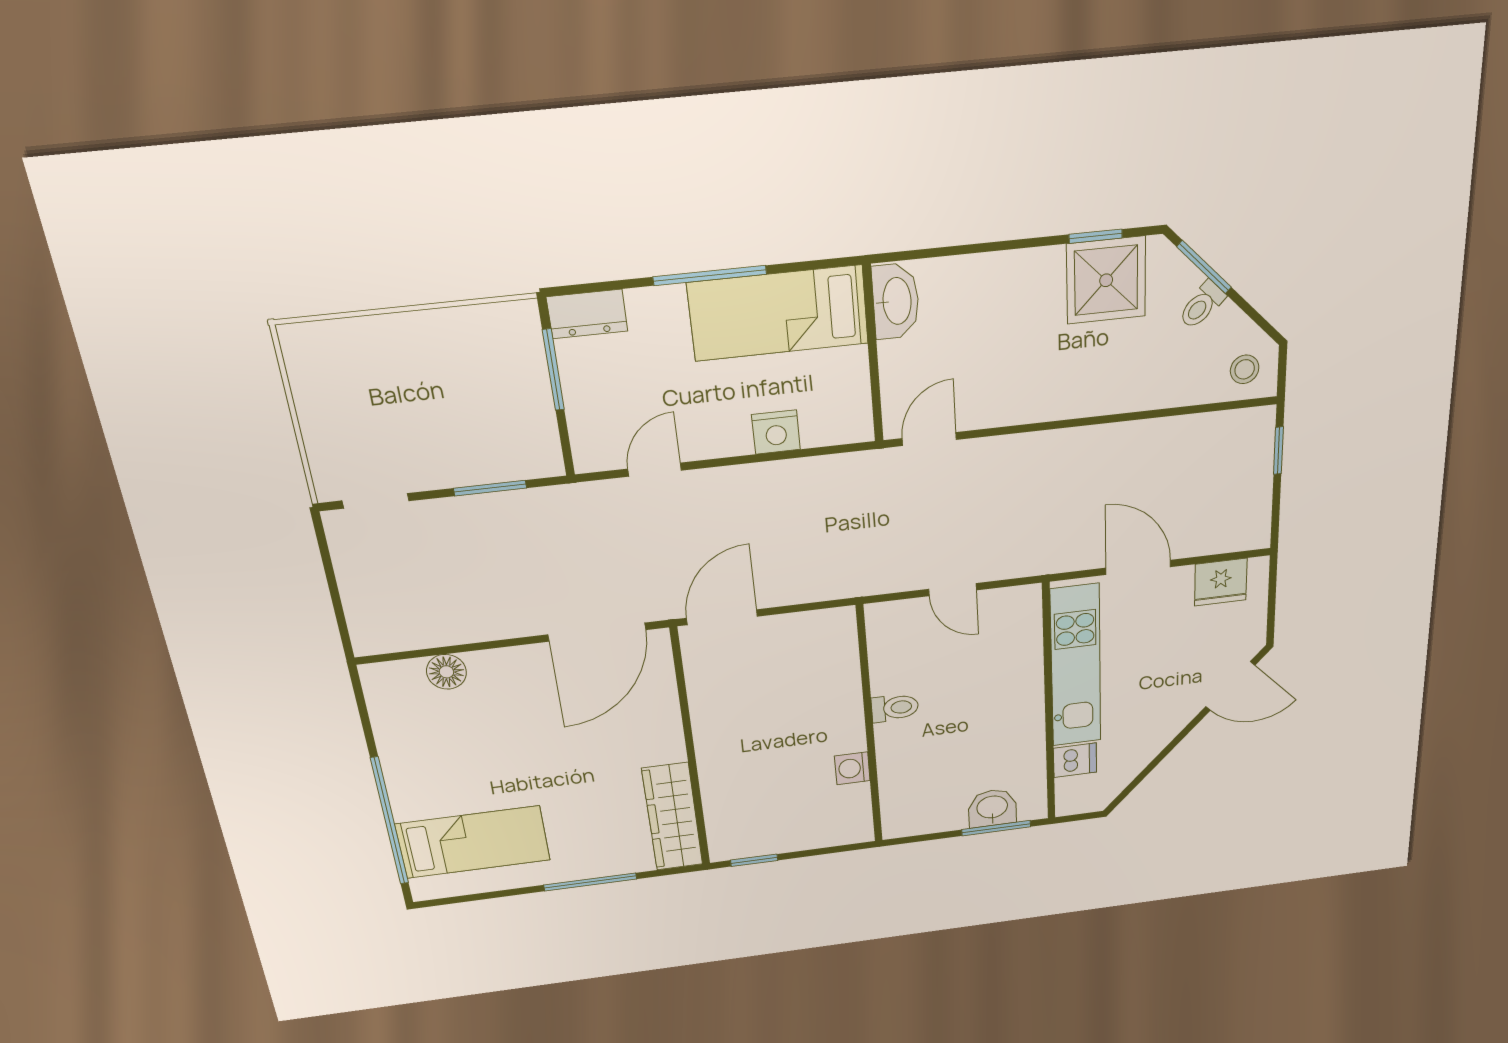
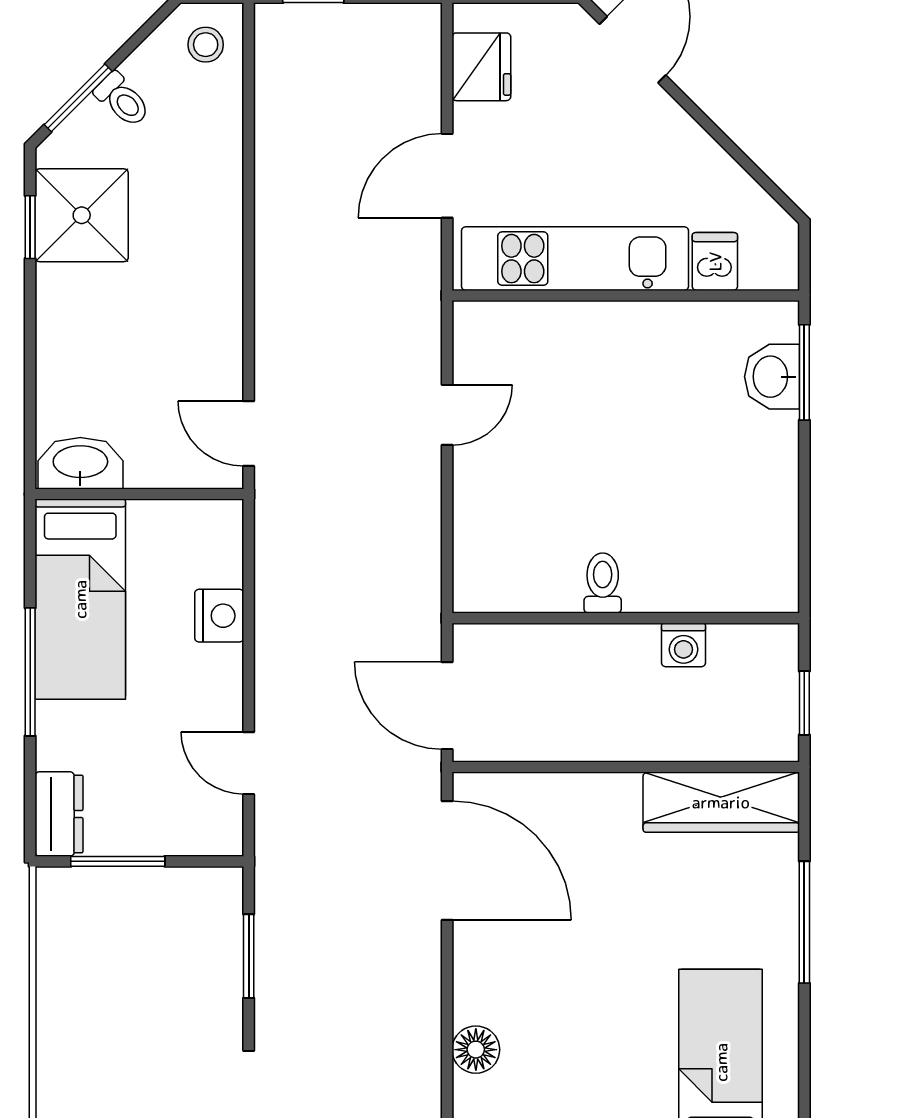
toilet: (895, 708) -> (603, 583), moved
wall: (869, 727) -> (626, 618), moved
washing machine: (852, 768) -> (684, 645), moved

